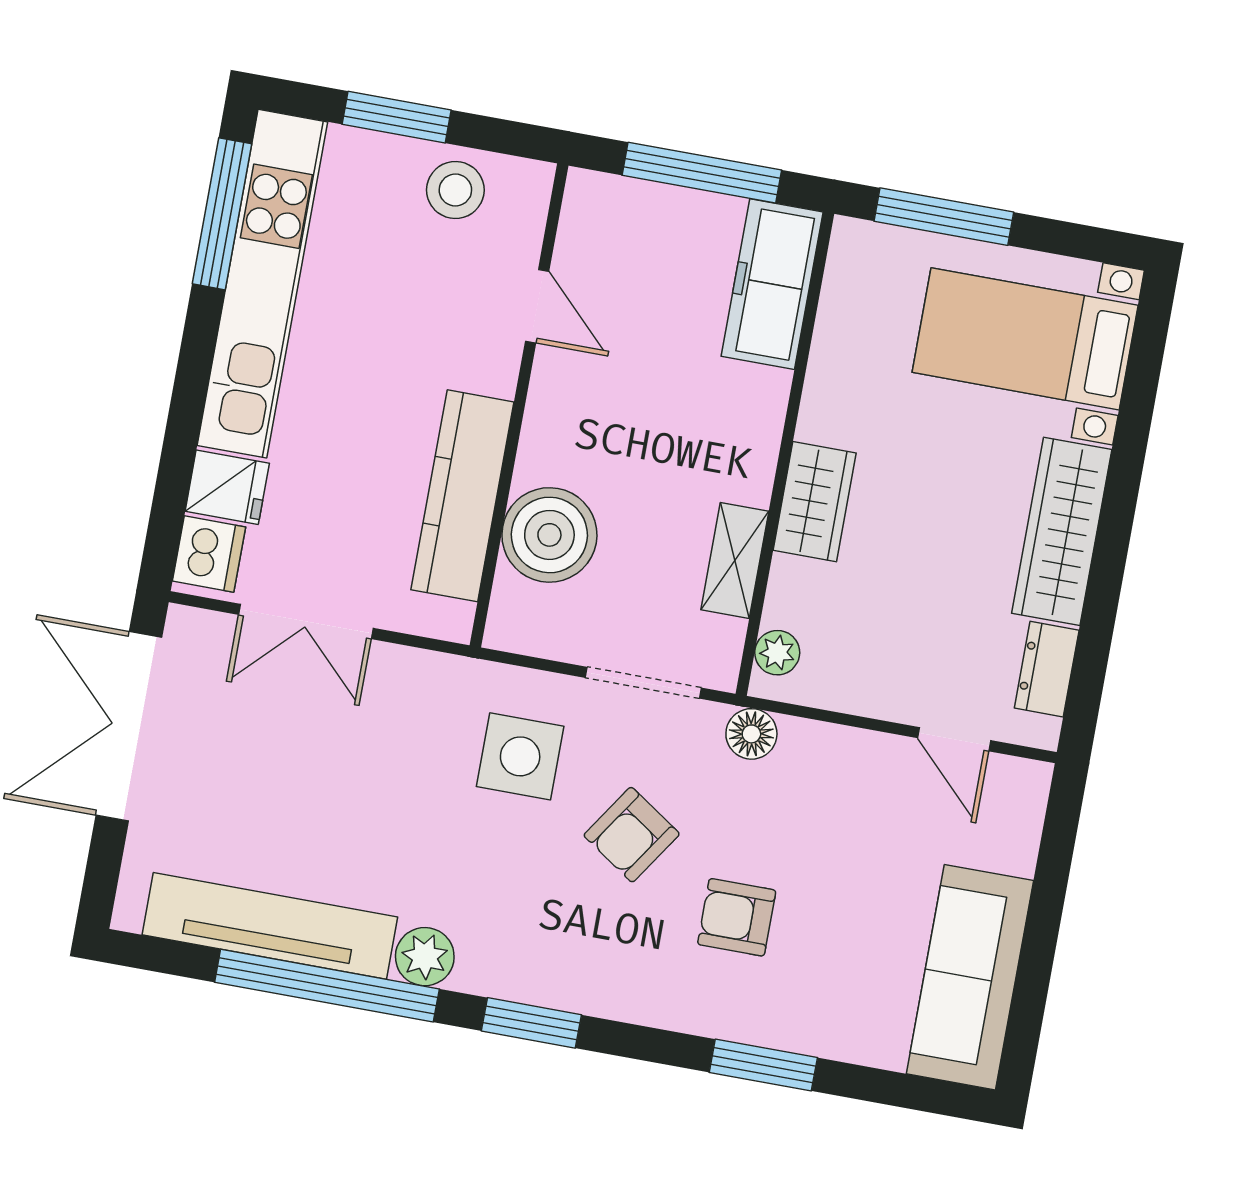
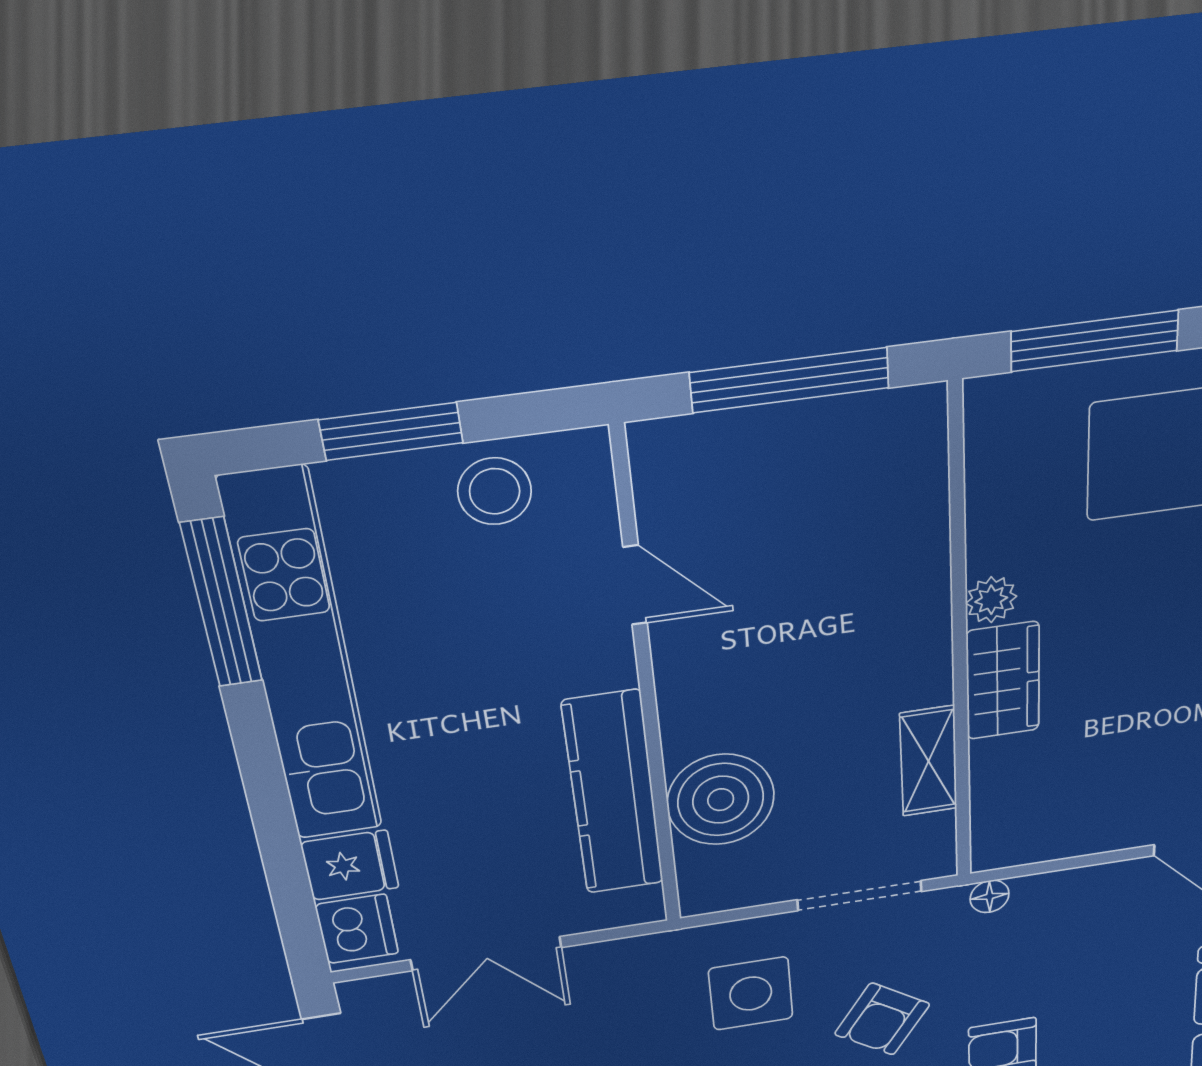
freezer: (772, 284) -> (905, 478), removed
plant: (777, 653) -> (991, 600), moved
floor lamp: (751, 734) -> (990, 896), width x0.73, depth x0.73

